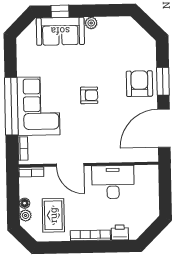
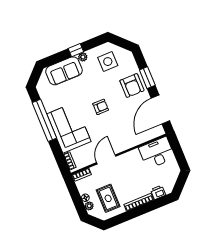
window: (60, 11) -> (76, 50), moved
side table: (121, 41) -> (108, 62), added
armchair: (139, 84) -> (132, 86), turned 180
window: (11, 106) -> (44, 120), moved
door: (70, 165) -> (106, 159), swing flipped
desk: (113, 182) -> (157, 153), moved

